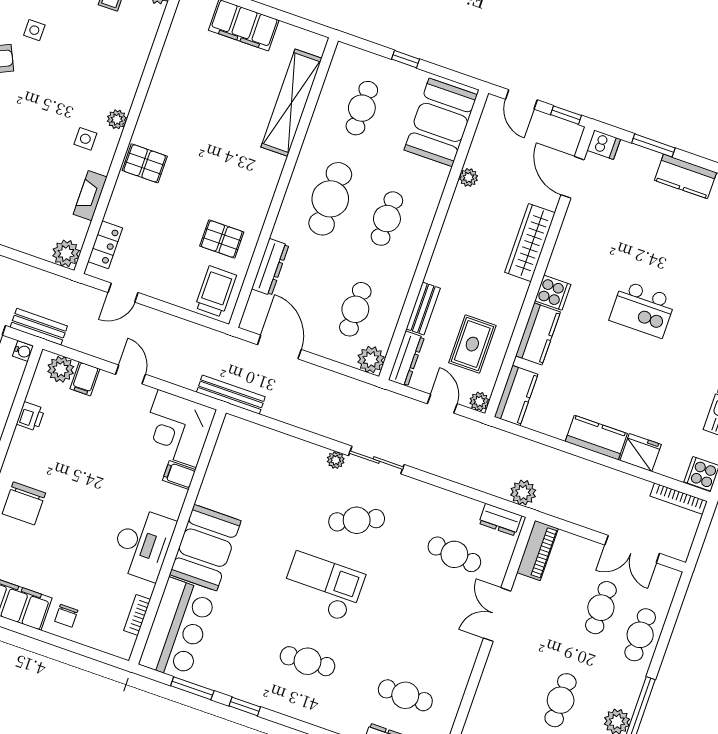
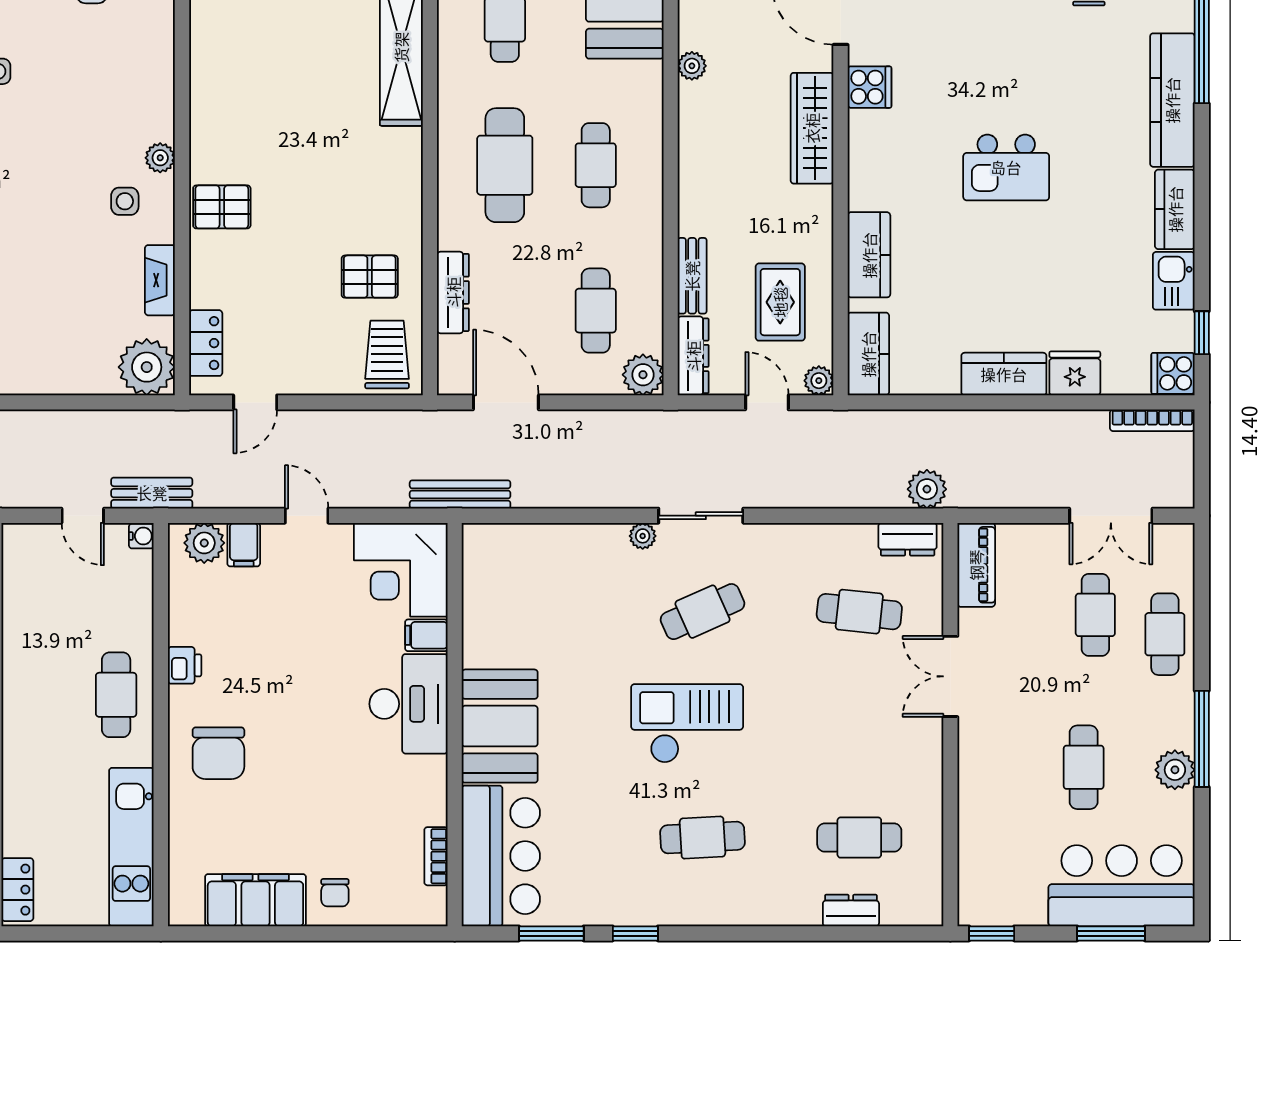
plant: (66, 253) -> (147, 367), width x1.36, depth x1.36
cooker: (553, 293) -> (870, 87), moved
printer: (31, 416) -> (185, 665), moved
desk: (143, 544) -> (408, 704), moved

